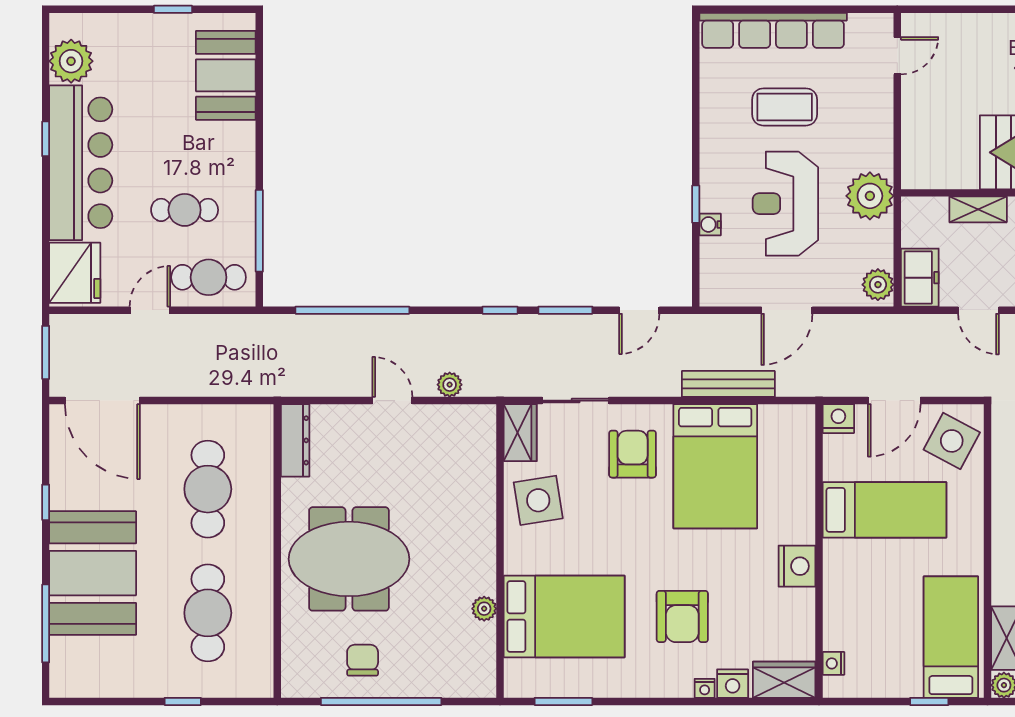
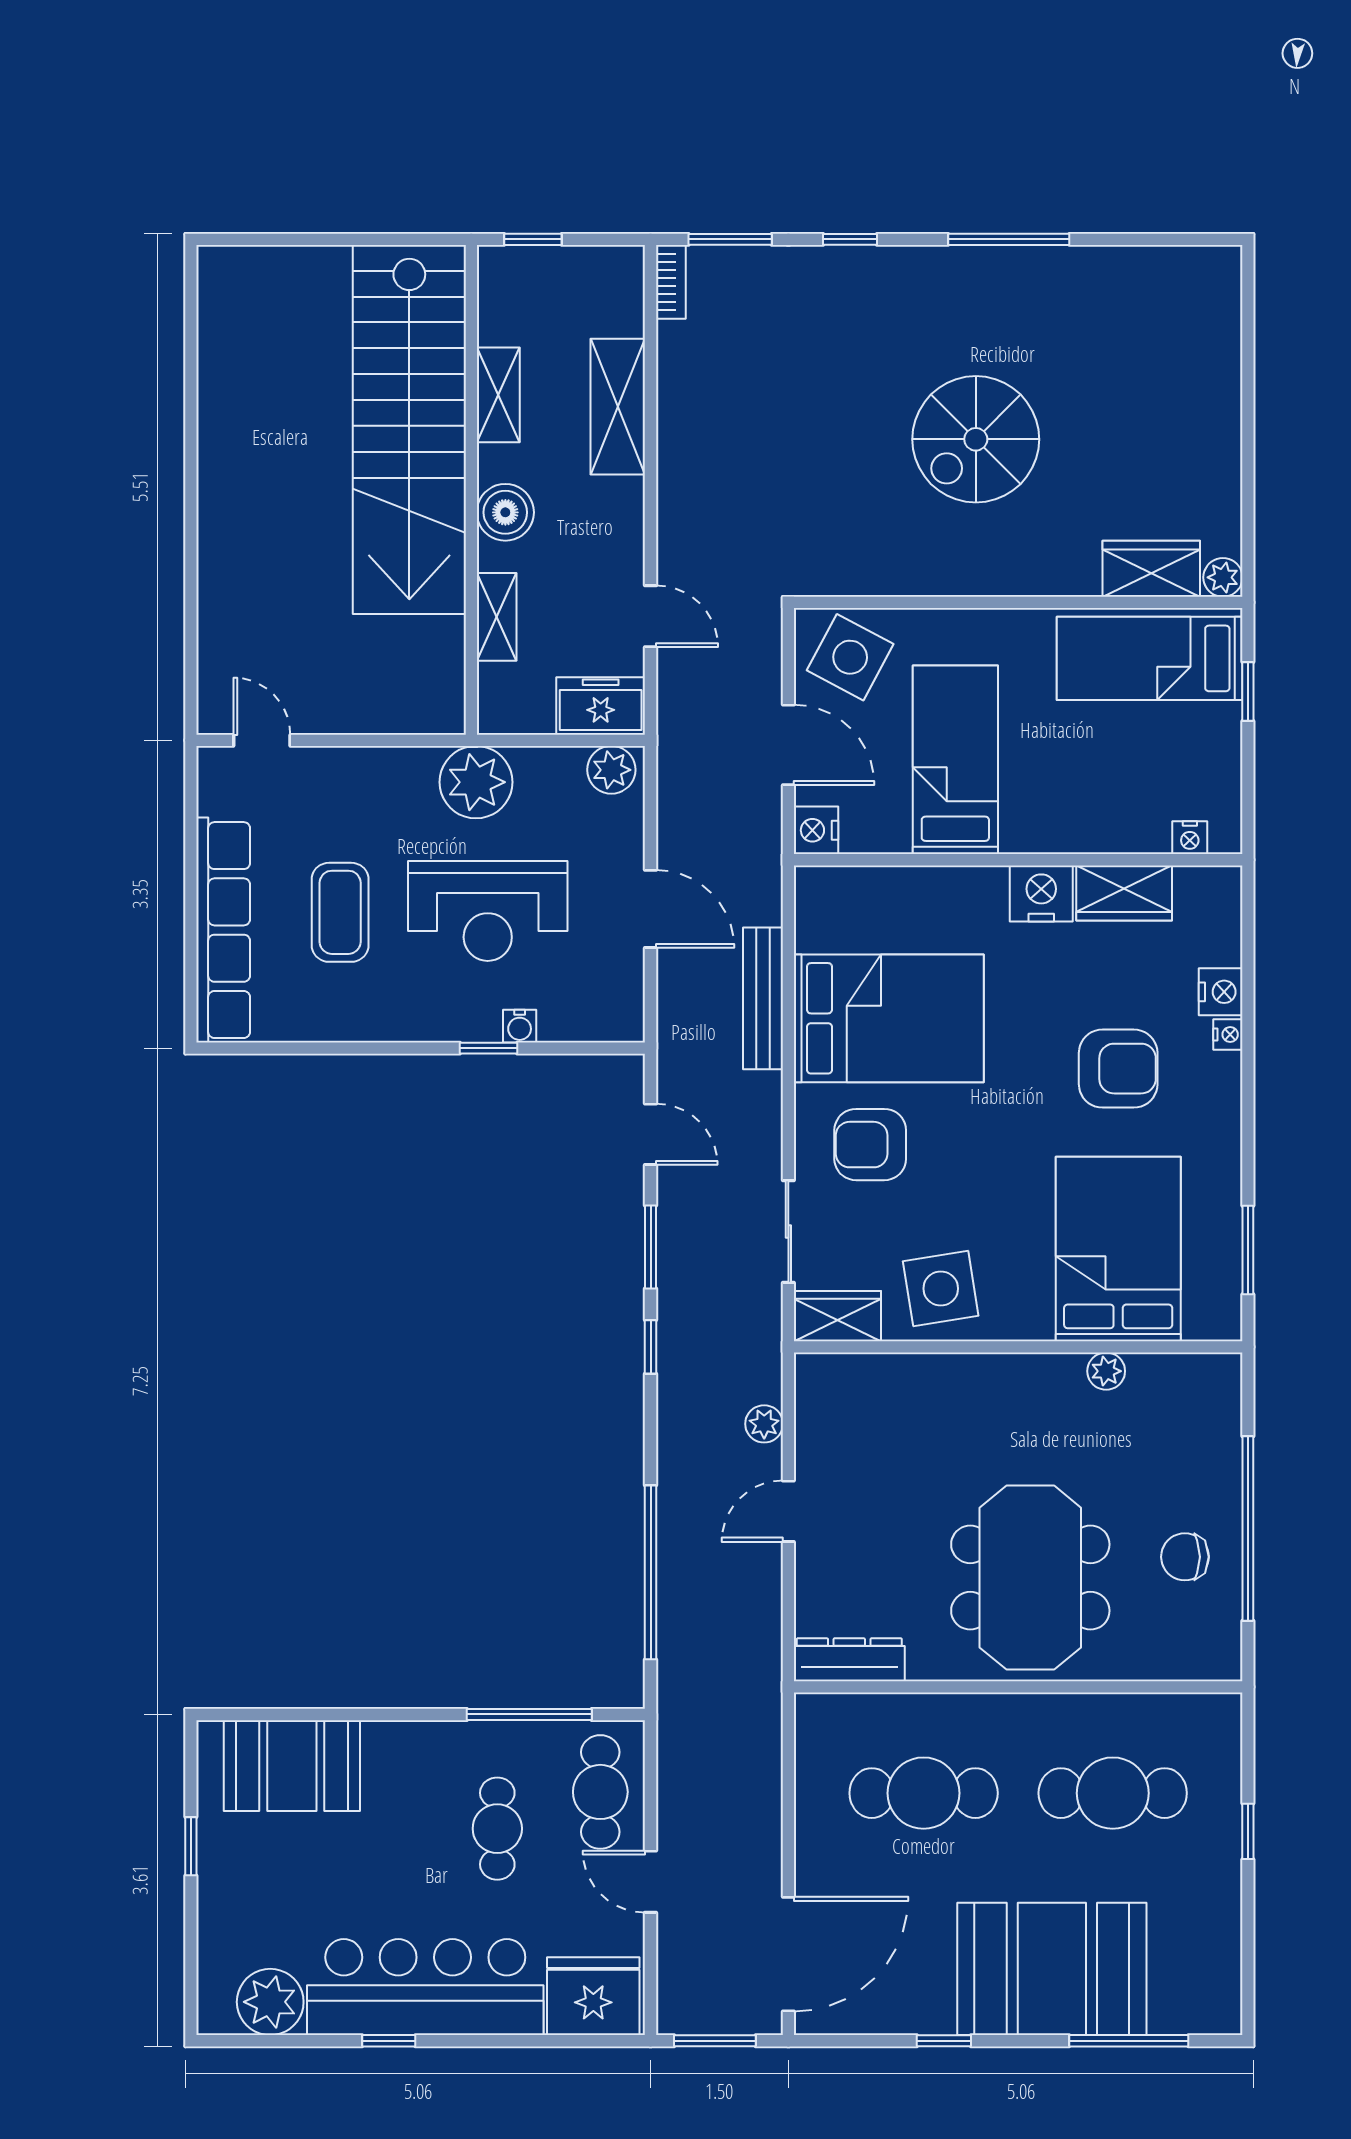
door: (978, 310) -> (651, 616), hinge flipped
wardrobe: (784, 680) -> (1124, 893), moved, turned -90

